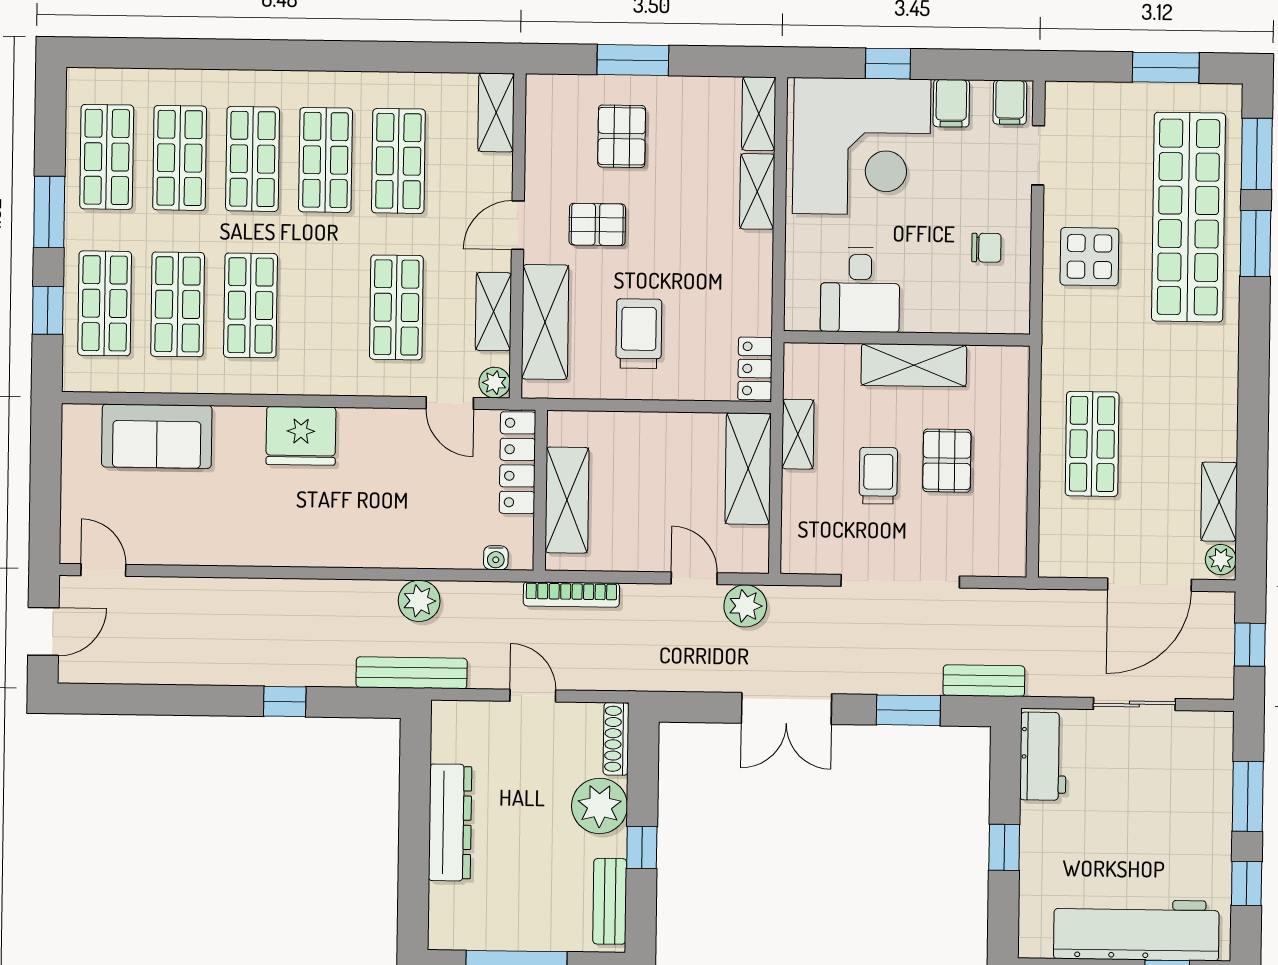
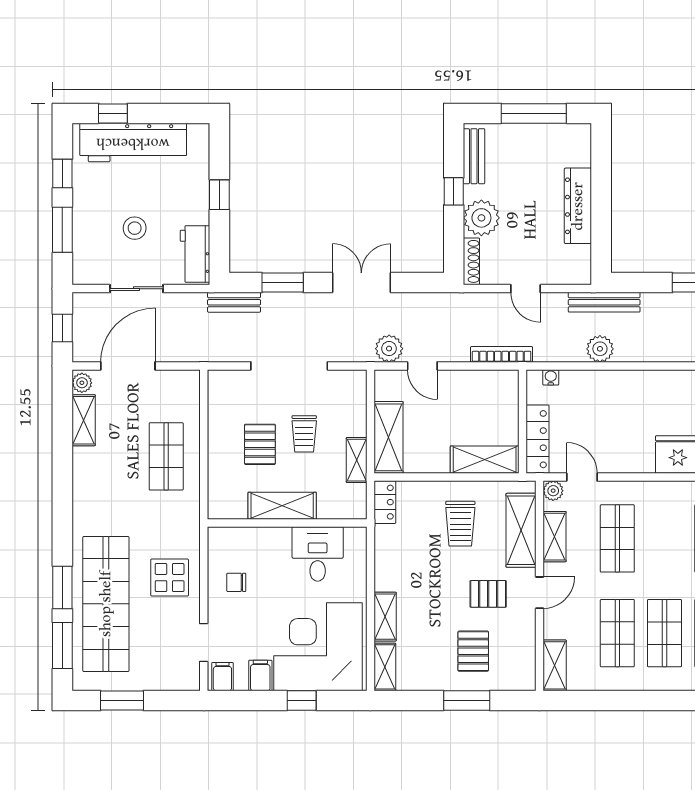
shelving: (567, 500) -> (485, 460), moved, turned 90
stool: (1136, 798) -> (135, 228), added

